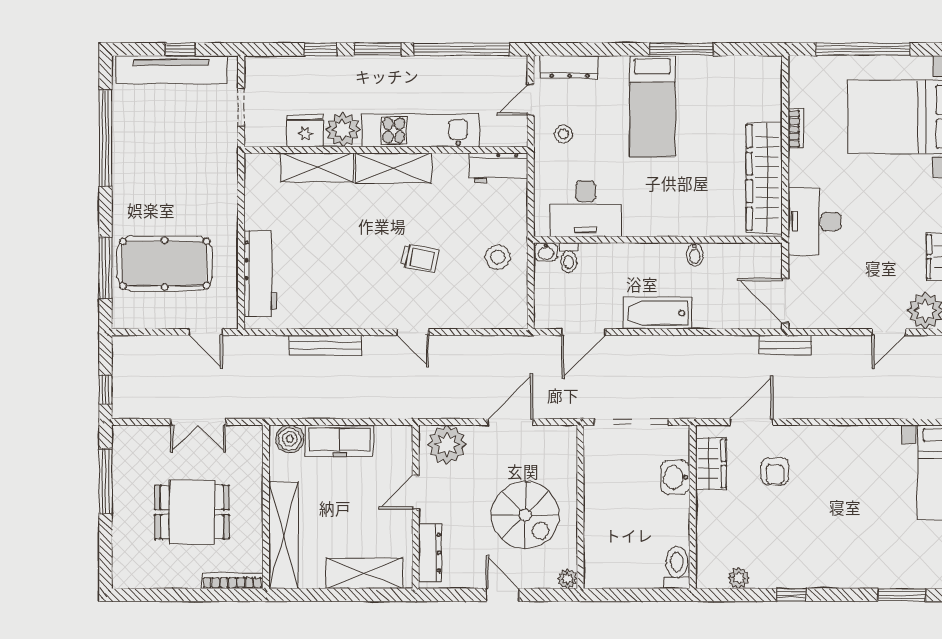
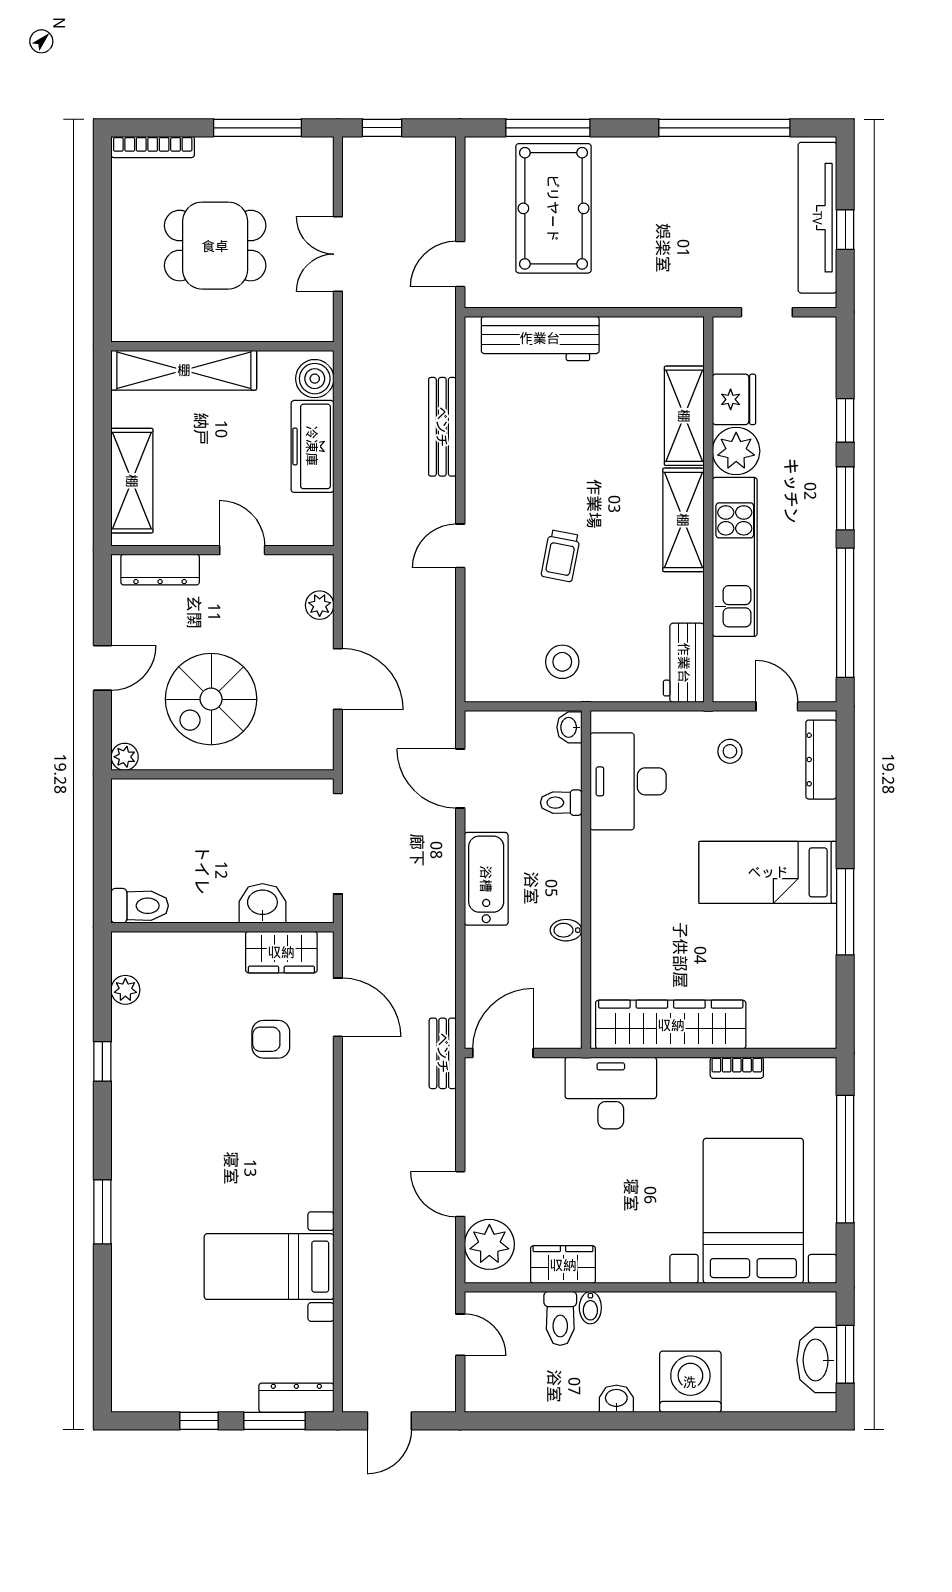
toilet: (569, 258) -> (561, 803), moved
plant: (447, 444) -> (320, 605), width x0.53, depth x0.53
dining table: (192, 512) -> (215, 246), turned 90
bookcase: (232, 581) -> (153, 147), moved, turned 90

